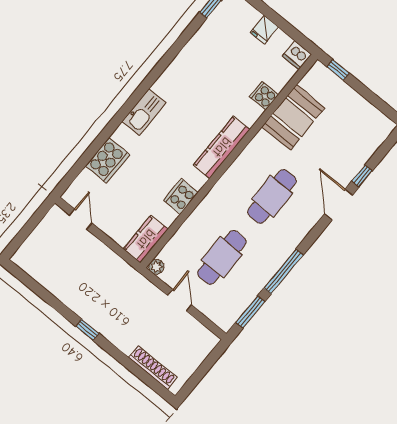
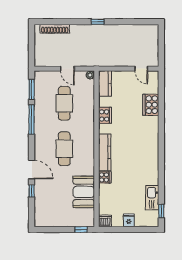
cooker: (264, 96) -> (105, 177), moved
kitchen sink: (144, 112) -> (152, 198), moved

